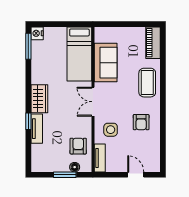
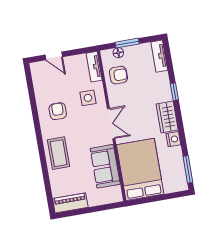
nightstand: (37, 33) -> (173, 139), moved
piano: (153, 43) -> (70, 203), moved, turned -90
bed: (79, 54) -> (140, 169), width x1.50
tv unit: (37, 129) -> (159, 56), moved
armchair: (78, 146) -> (118, 75), turned -90

